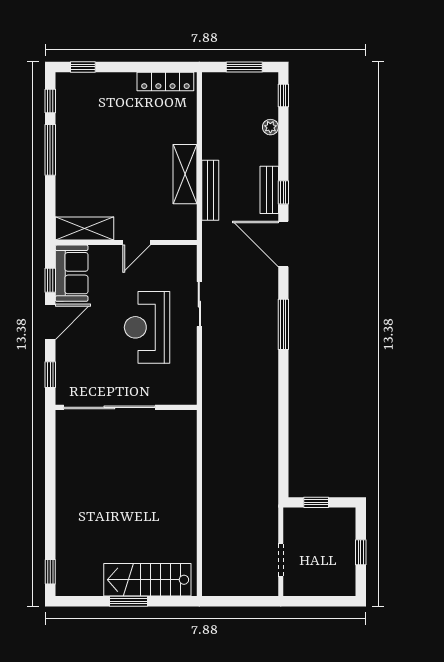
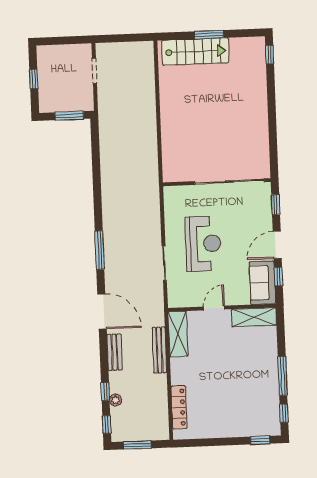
locker: (165, 81) -> (179, 407), moved, turned 90
shelving: (185, 174) -> (178, 334), moved
window: (283, 192) -> (105, 392), moved
window: (316, 502) -> (69, 116), width x1.50

